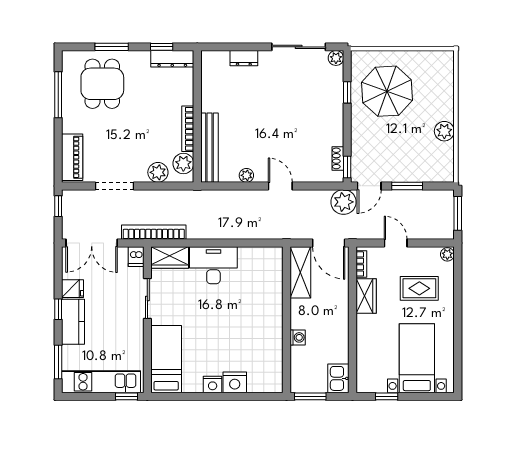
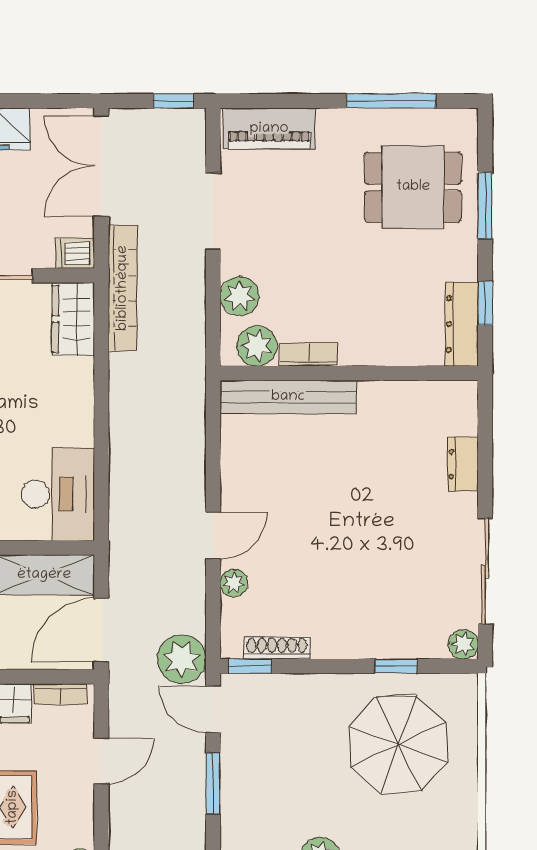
bookcase: (188, 129) -> (309, 355), width x0.64
shoe rack: (338, 158) -> (277, 648), width x1.43
plant: (246, 175) -> (234, 583), moved
desk: (213, 265) -> (58, 494), moved

